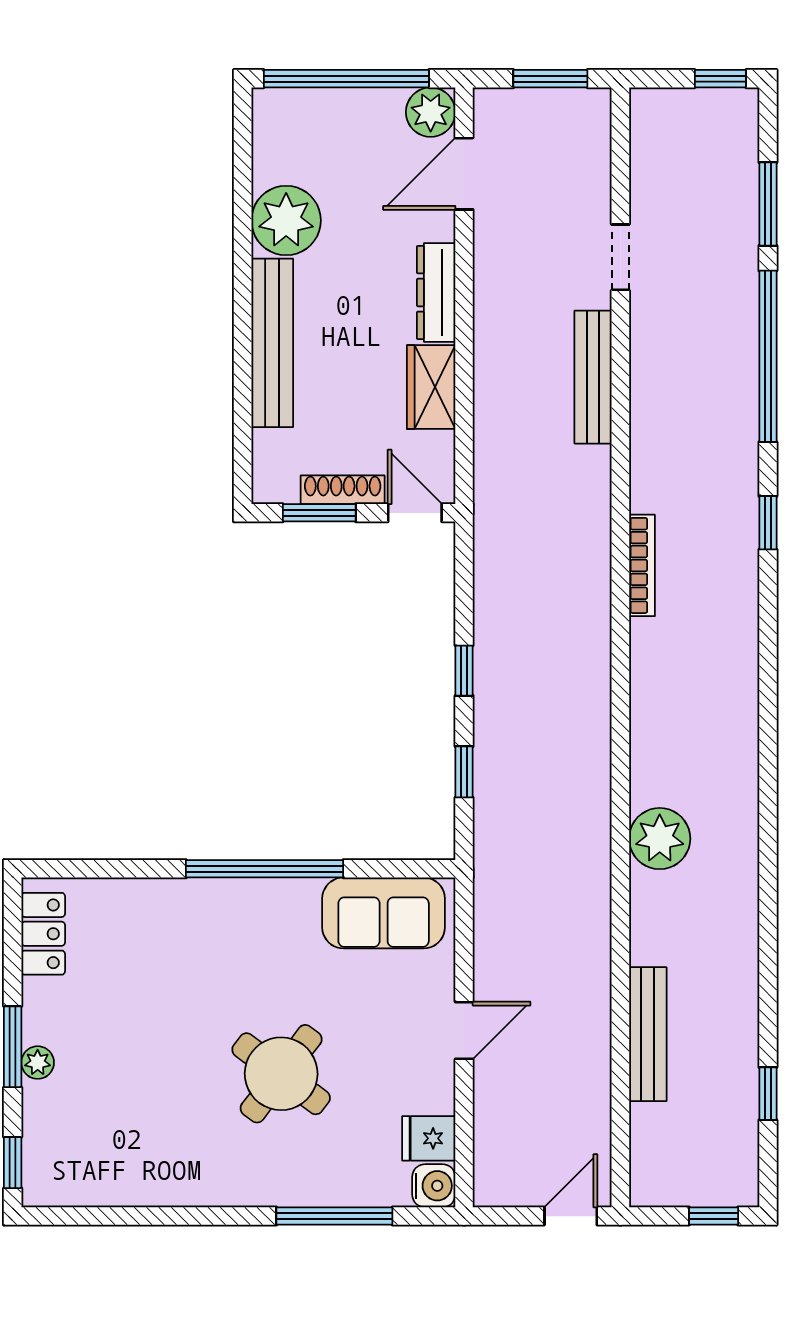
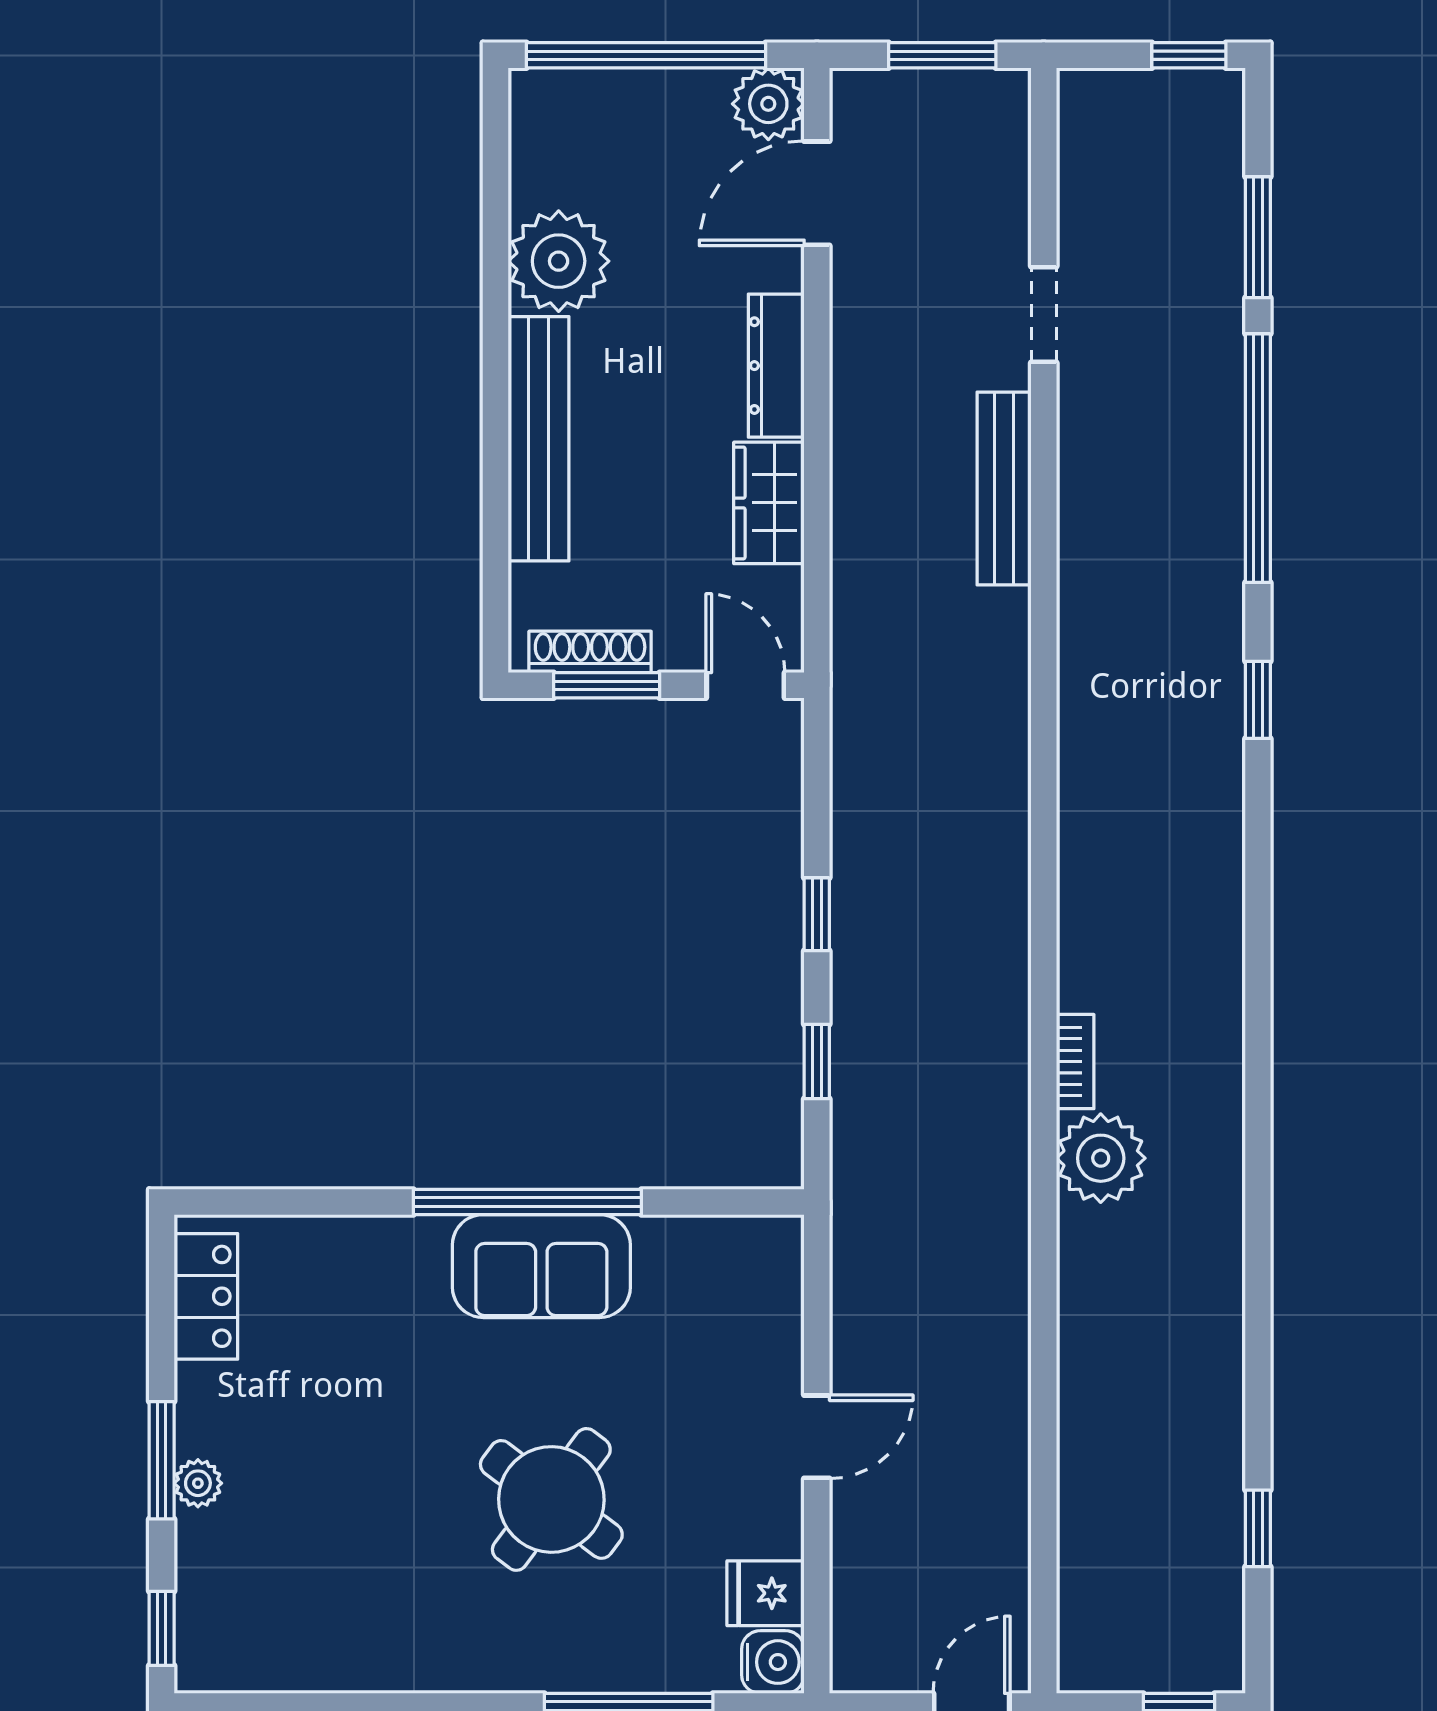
shoe rack: (343, 490) -> (590, 652), moved
bookcase: (642, 565) -> (1075, 1062), moved, width x0.64
sofa: (384, 913) -> (541, 1266), moved
bench: (648, 1034) -> (1083, 1442), removed

